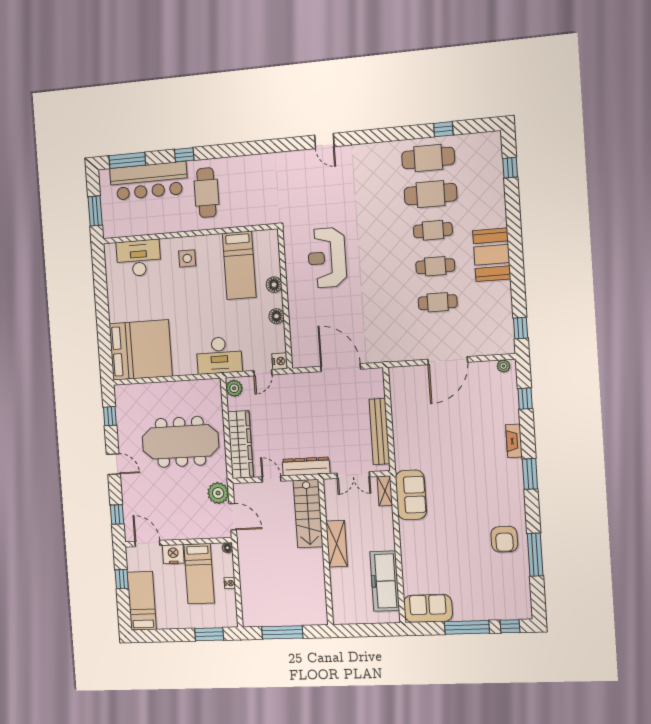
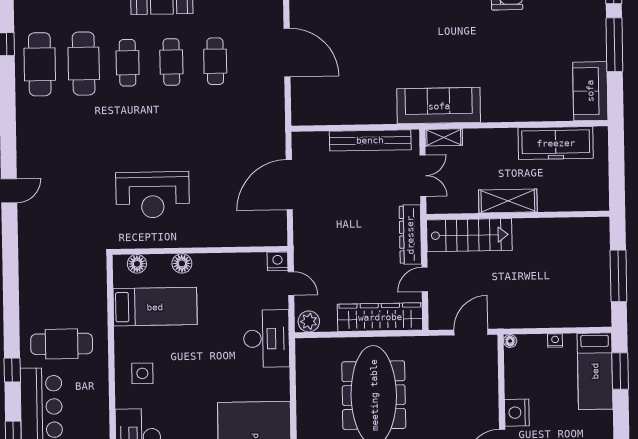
floor lamp: (276, 316) -> (137, 264), moved
plant: (218, 493) -> (440, 349), removed
sofa: (411, 495) -> (439, 106), width x1.36
bed: (199, 574) -> (595, 371), moved, turned 90

